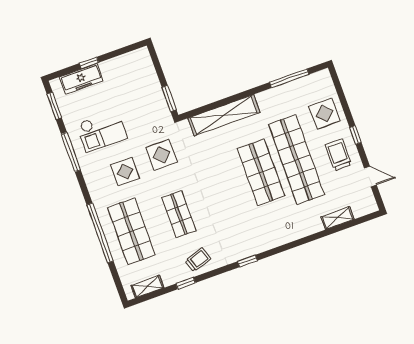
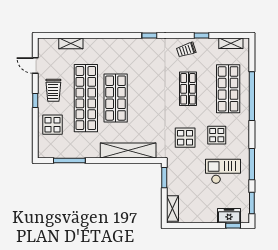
window: (89, 63) -> (233, 226), moved
shelving: (146, 65) -> (172, 208), added
freezer: (81, 79) -> (229, 216), width x0.71

